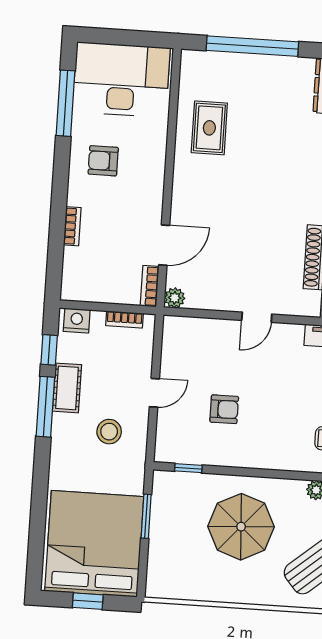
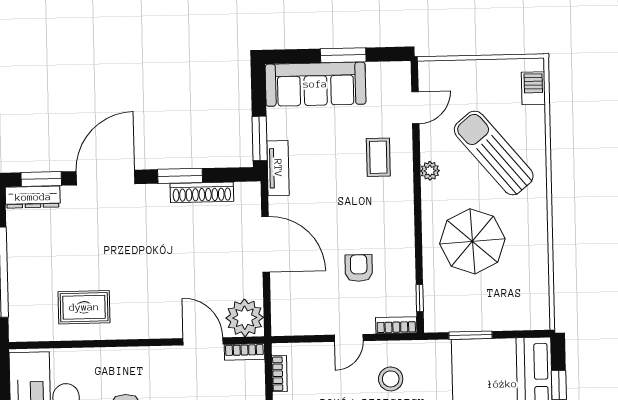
plant: (175, 298) -> (245, 318), width x1.88, depth x1.88
door: (257, 317) -> (266, 244), width x1.88
door: (154, 393) -> (349, 338), swing flipped
bookcase: (163, 442) -> (396, 325), added

